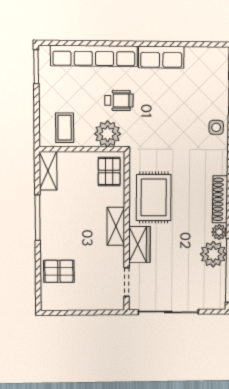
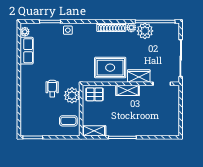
plant: (215, 55) -> (25, 32), added
row of seats: (94, 56) -> (26, 103), removed
row of seats: (161, 57) -> (27, 51), moved
pallet: (59, 271) -> (155, 125), removed

